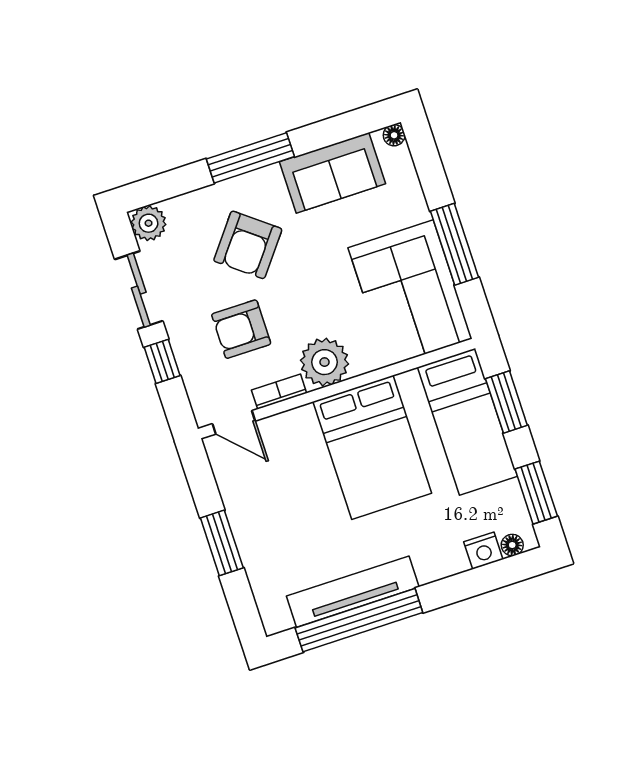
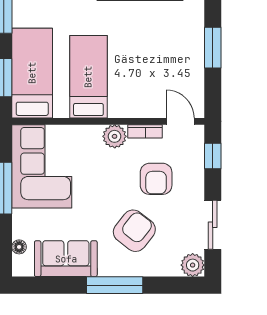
floor lamp: (394, 135) -> (19, 247), moved
armchair: (241, 329) -> (156, 179), turned 90
window: (162, 361) -> (213, 156), moved
plant: (324, 362) -> (115, 136), width x0.73, depth x0.73
bed: (372, 447) -> (88, 77), width x0.67

